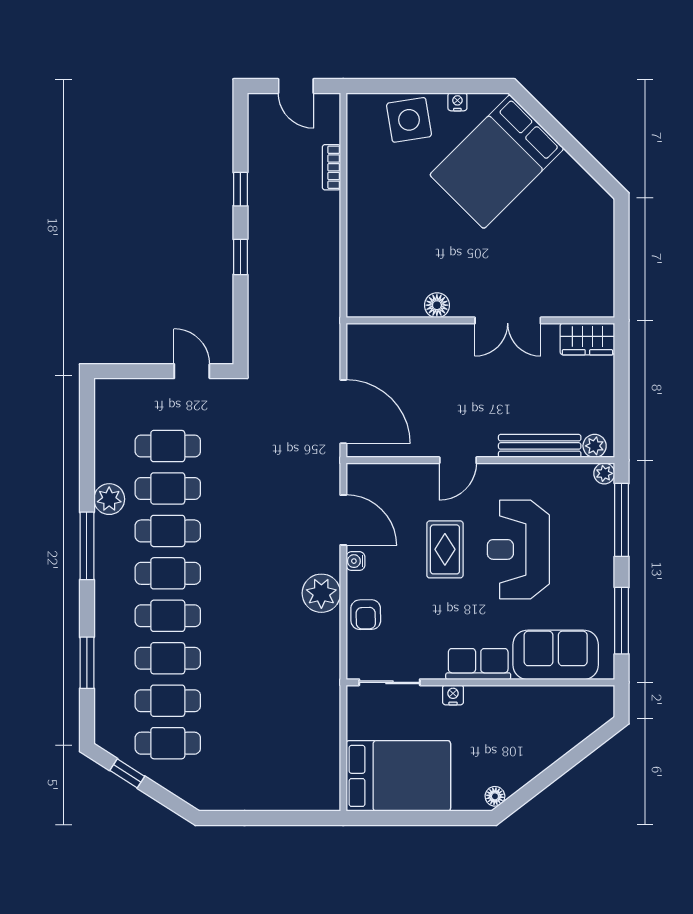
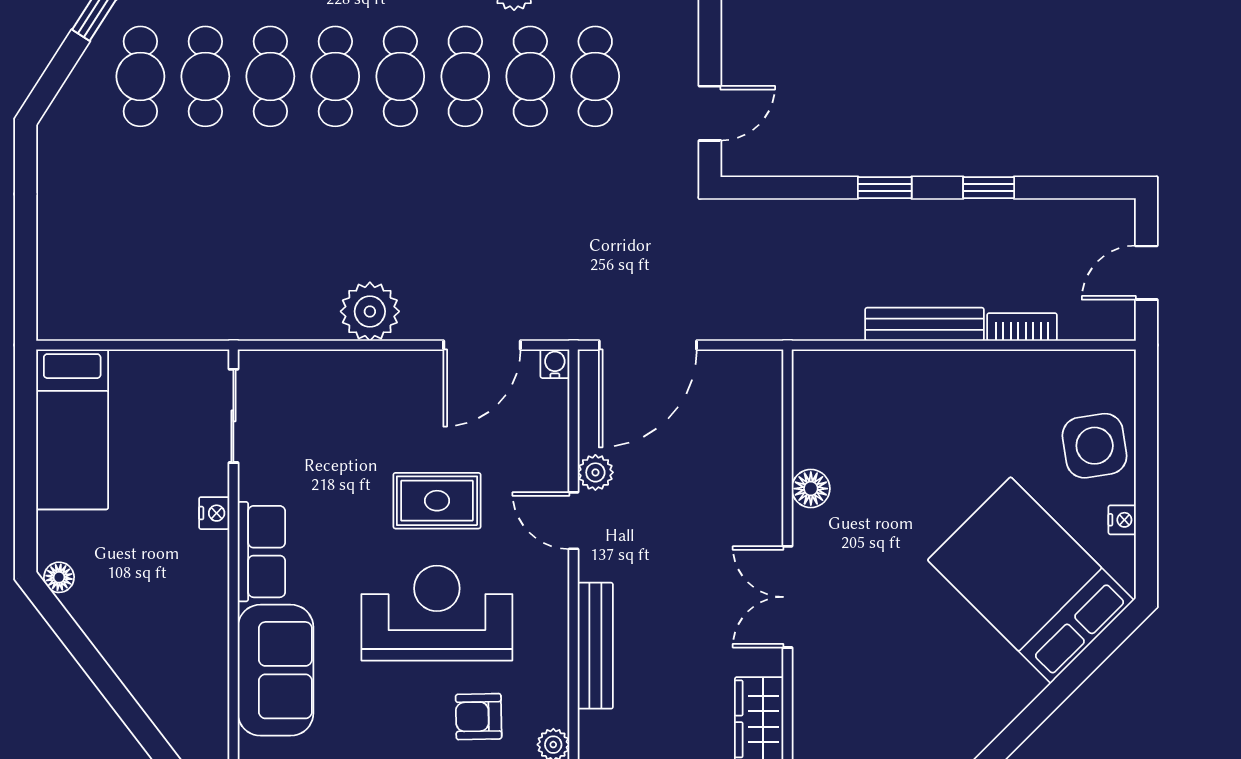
bench: (330, 231) -> (925, 324), added
plant: (595, 446) -> (595, 472), moved
water cooler: (355, 561) -> (555, 364), moved
armchair: (366, 615) -> (479, 717), moved
bed: (398, 776) -> (72, 429), width x0.67

